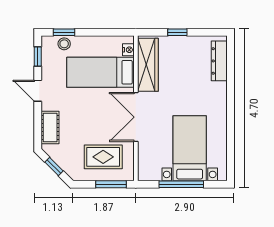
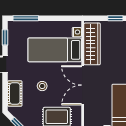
window: (64, 32) -> (26, 18), width x1.50
stool: (64, 44) -> (42, 86), moved

